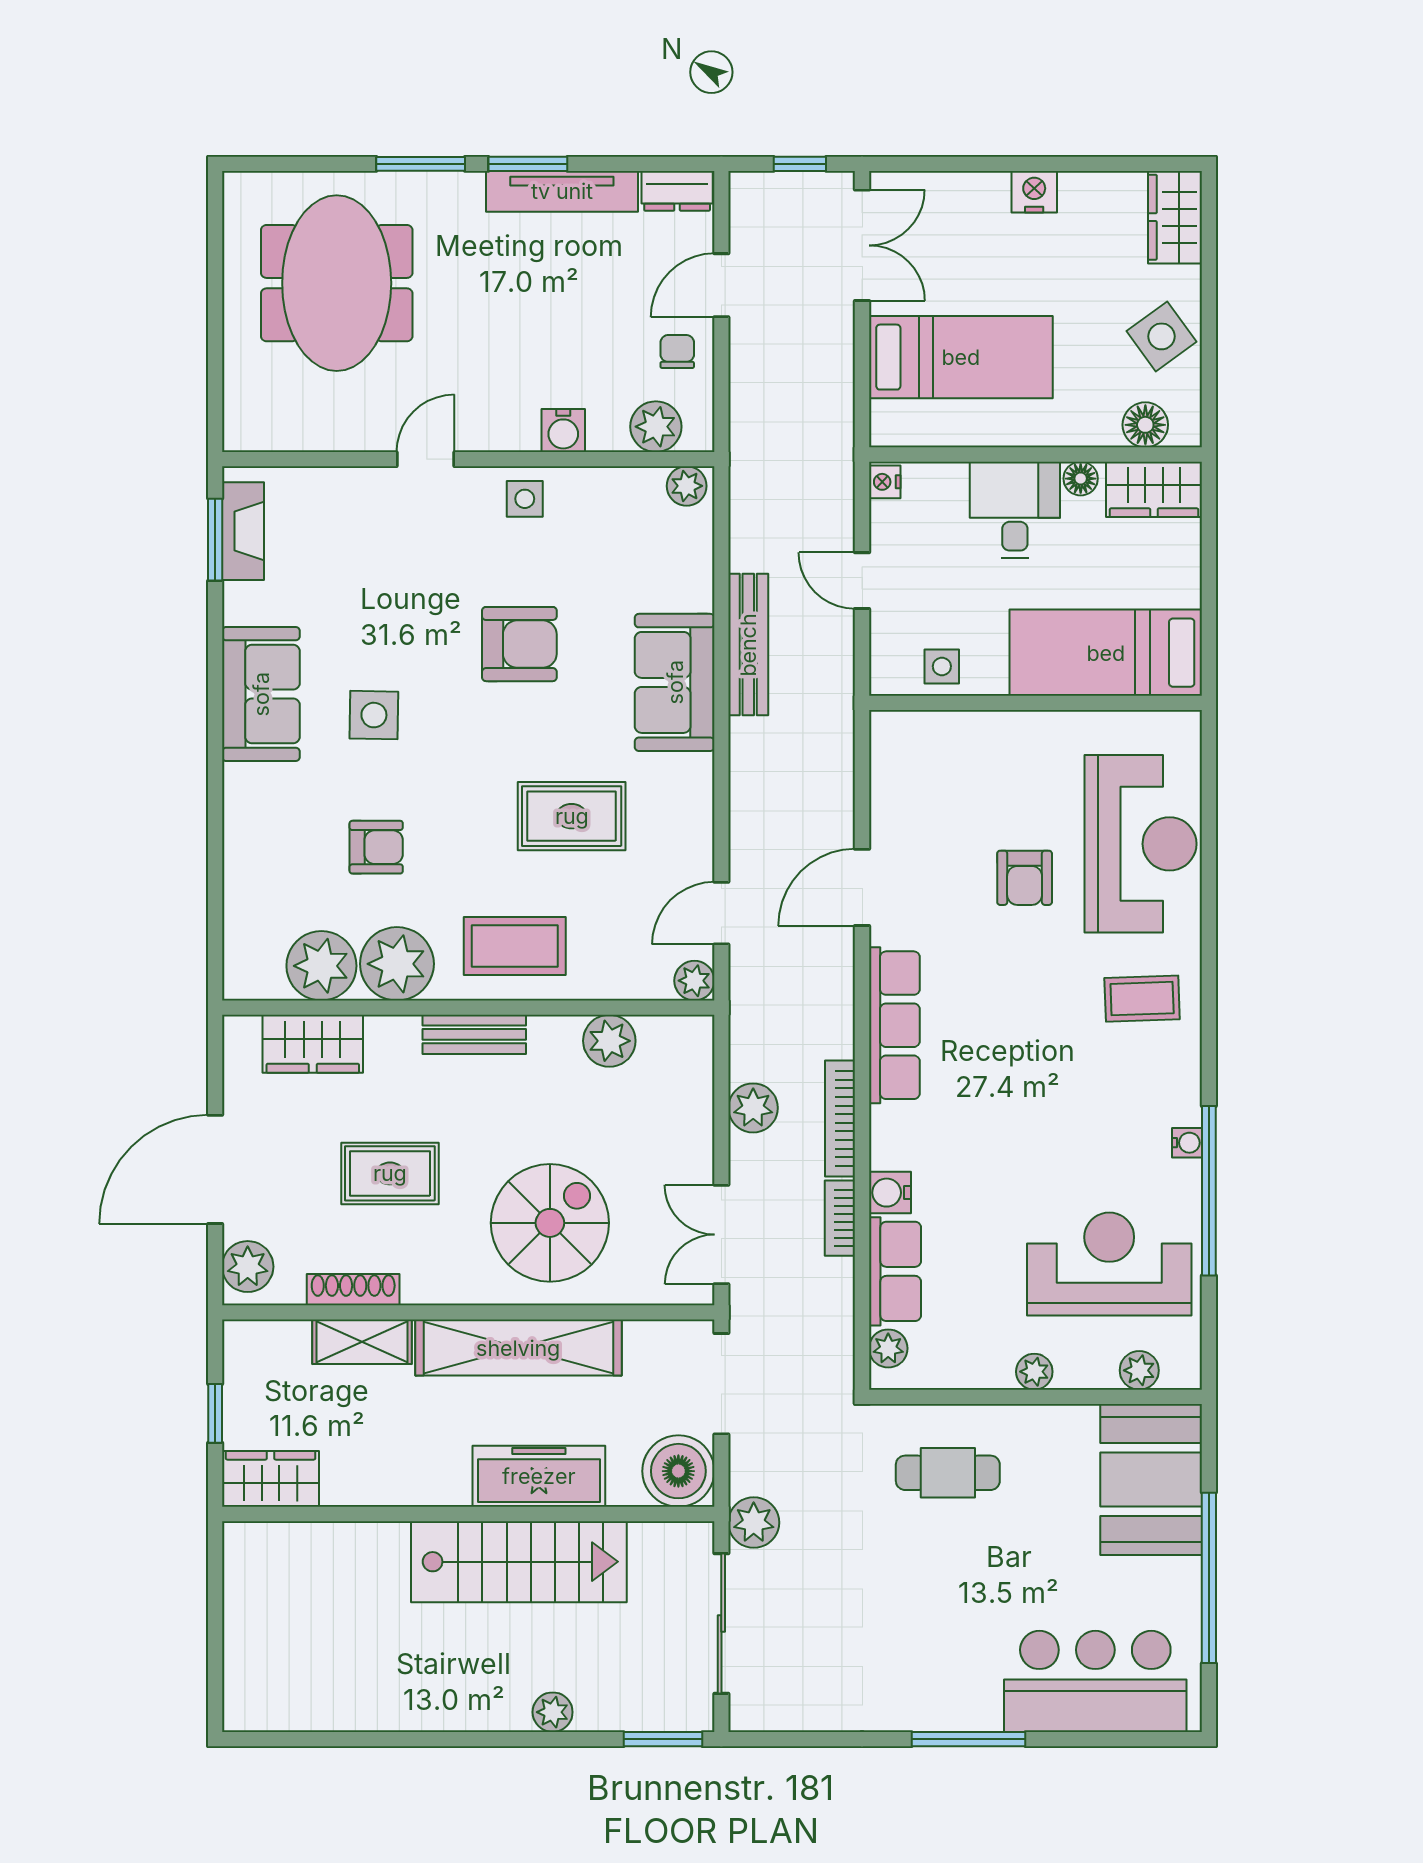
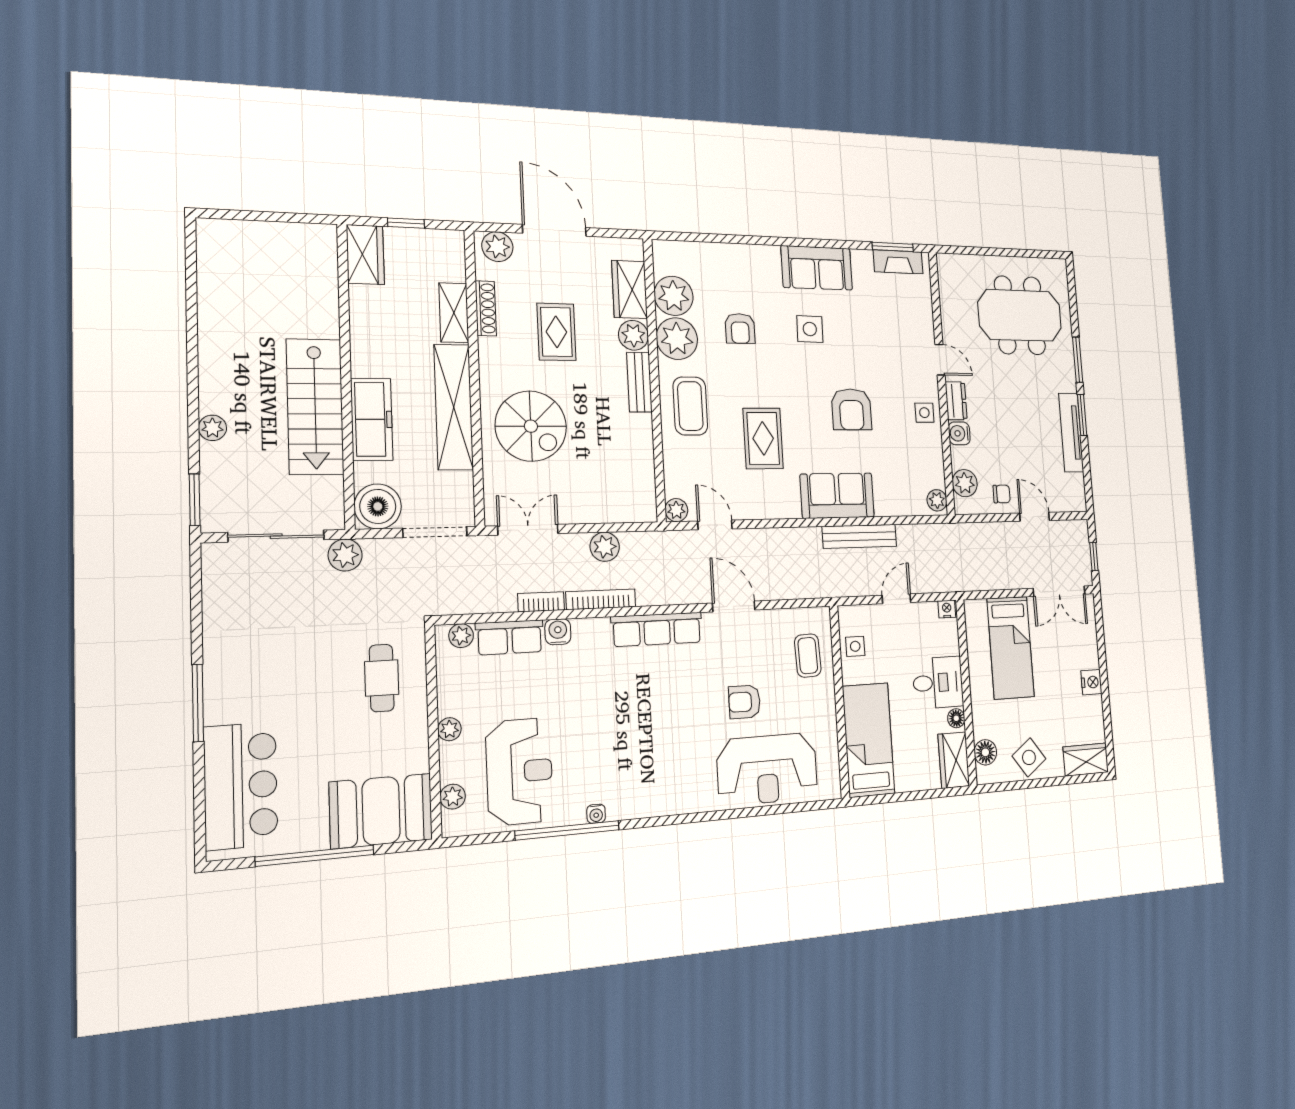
dresser: (677, 191) -> (956, 401), moved, turned 180
coffee table: (1142, 999) -> (808, 656), moved
plant: (609, 1041) -> (633, 335), moved

